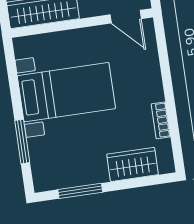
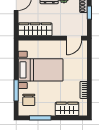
door: (126, 17) -> (74, 38), hinge flipped
chair: (51, 157) -> (29, 100), added

